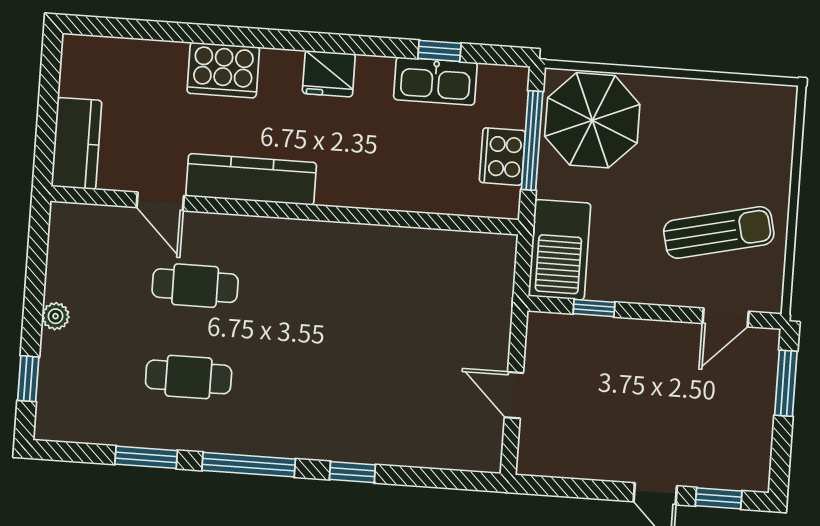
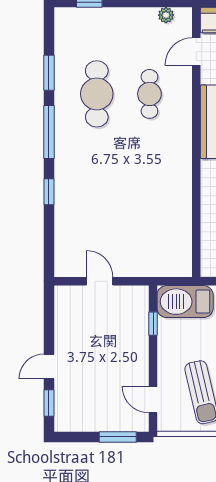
door: (160, 202) -> (196, 51), moved
plant: (56, 316) -> (166, 15), moved
cafe table: (189, 377) -> (97, 94), width x1.37, depth x1.35
door: (514, 395) -> (100, 281), hinge flipped

